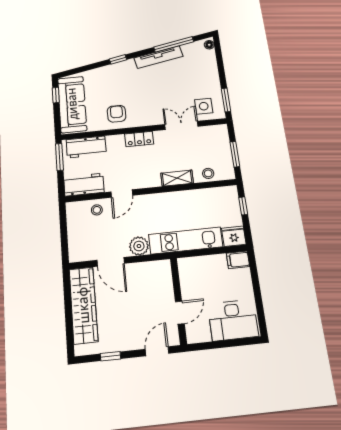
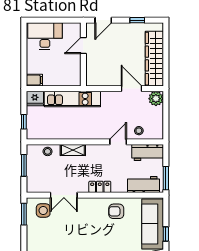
armchair: (117, 114) -> (116, 211), turned 90
plant: (139, 246) -> (156, 99), moved

